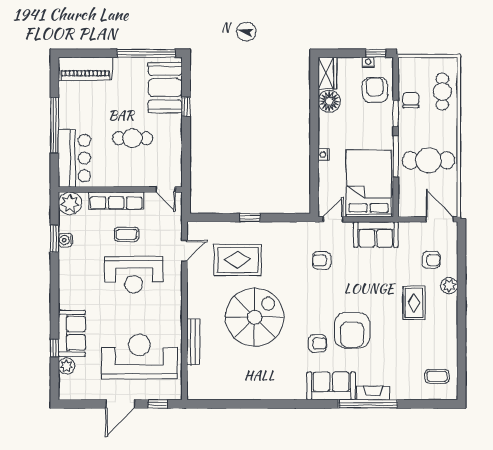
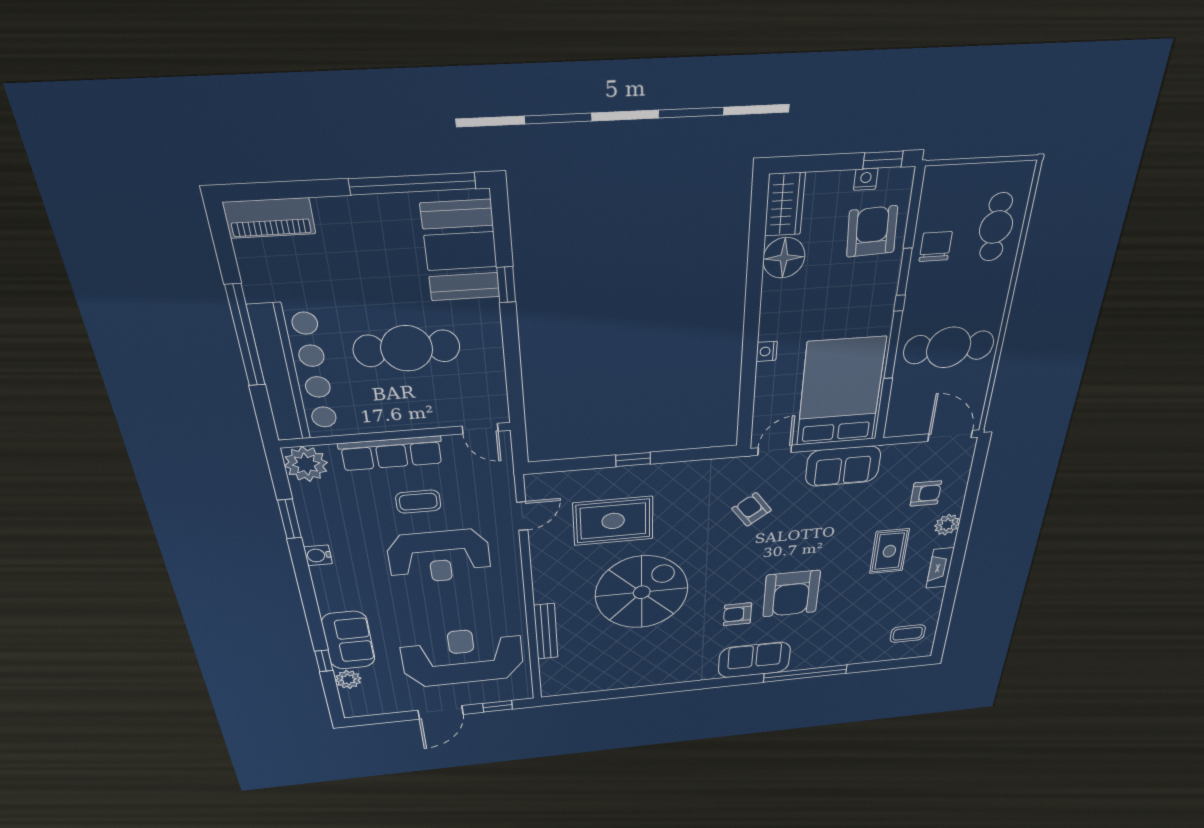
piano: (85, 69) -> (269, 218), width x0.73, depth x0.75
cafe table: (132, 138) -> (407, 348), width x1.37, depth x1.35
bar counter: (74, 158) -> (295, 373), width x1.36
water cooler: (65, 240) -> (318, 555), moved
armchair: (322, 260) -> (752, 509), turned 54
armchair: (317, 343) -> (737, 614), turned 180
fireplace: (373, 393) -> (940, 568), moved, turned -90

